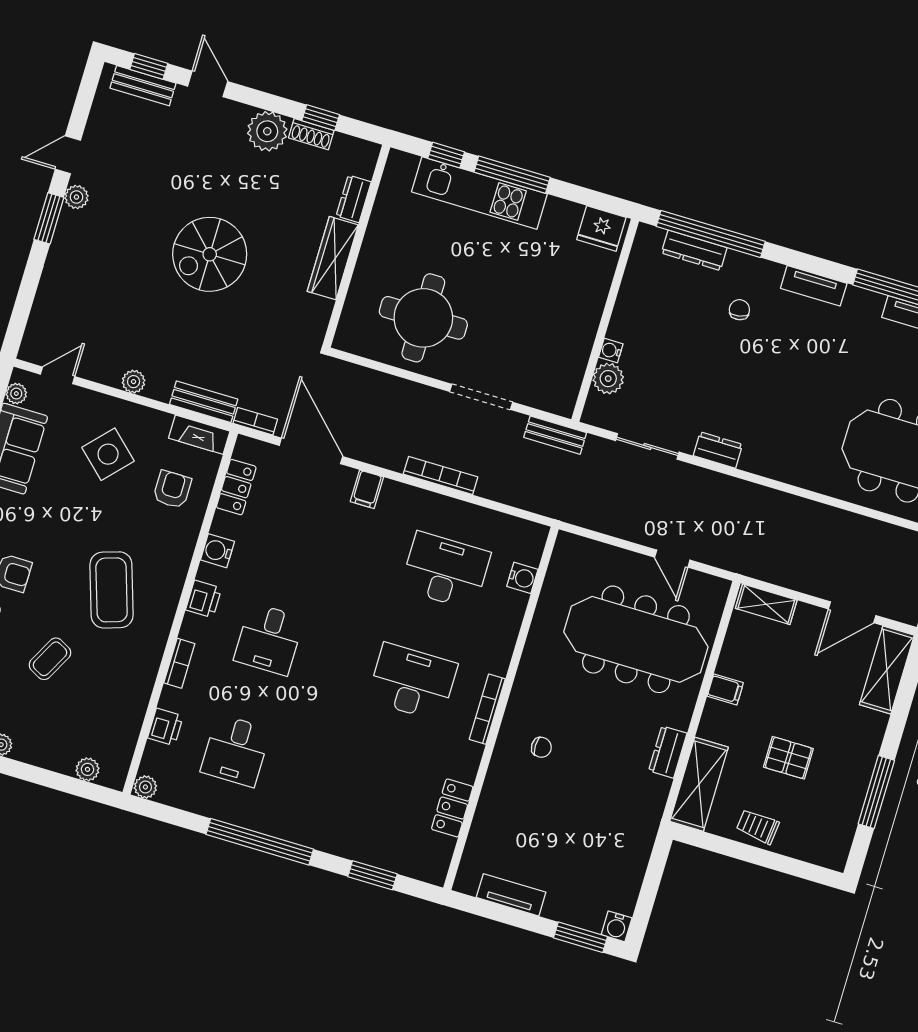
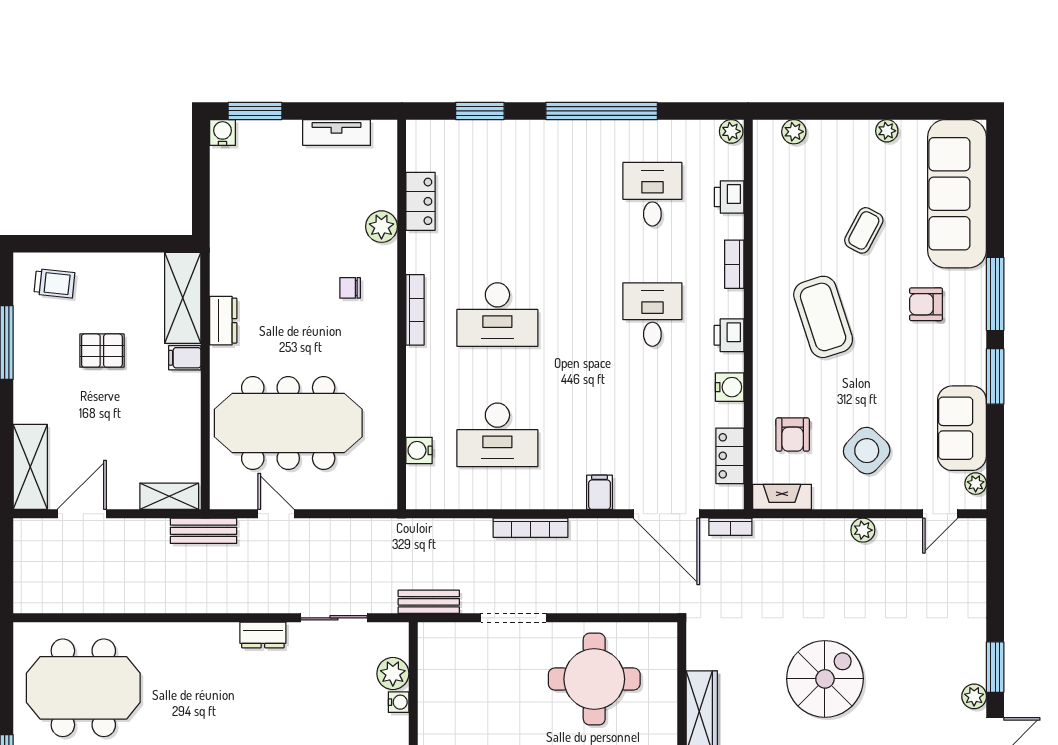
bench: (204, 402) -> (204, 531), moved
filing cabinet: (725, 689) -> (185, 358), moved
plant: (495, 795) -> (381, 227), added
trolley: (758, 826) -> (54, 283), moved

